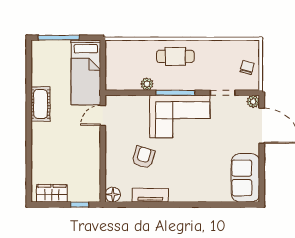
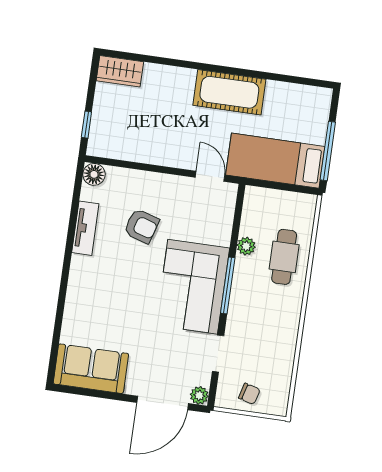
window: (59, 38) -> (328, 151), moved
cafe table: (175, 56) -> (284, 257), moved
cot: (41, 104) -> (229, 92), width x1.37, depth x1.34
wardrobe: (52, 193) -> (120, 71), moved, turned 90

